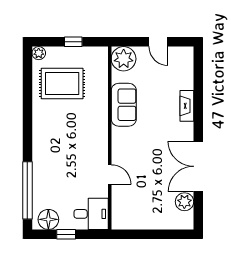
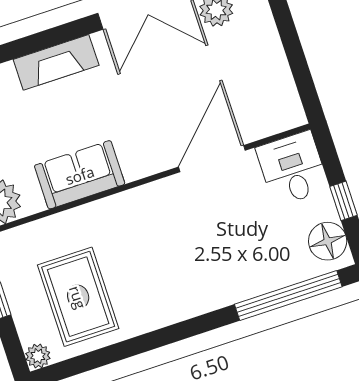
fireplace: (187, 106) -> (56, 62), width x1.37, depth x1.32
door: (110, 175) -> (212, 159), width x1.87

